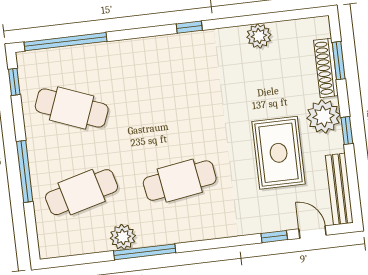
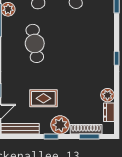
dresser: (290, 30) -> (109, 112), added
rug: (279, 153) -> (43, 98), width x0.73, depth x0.70

